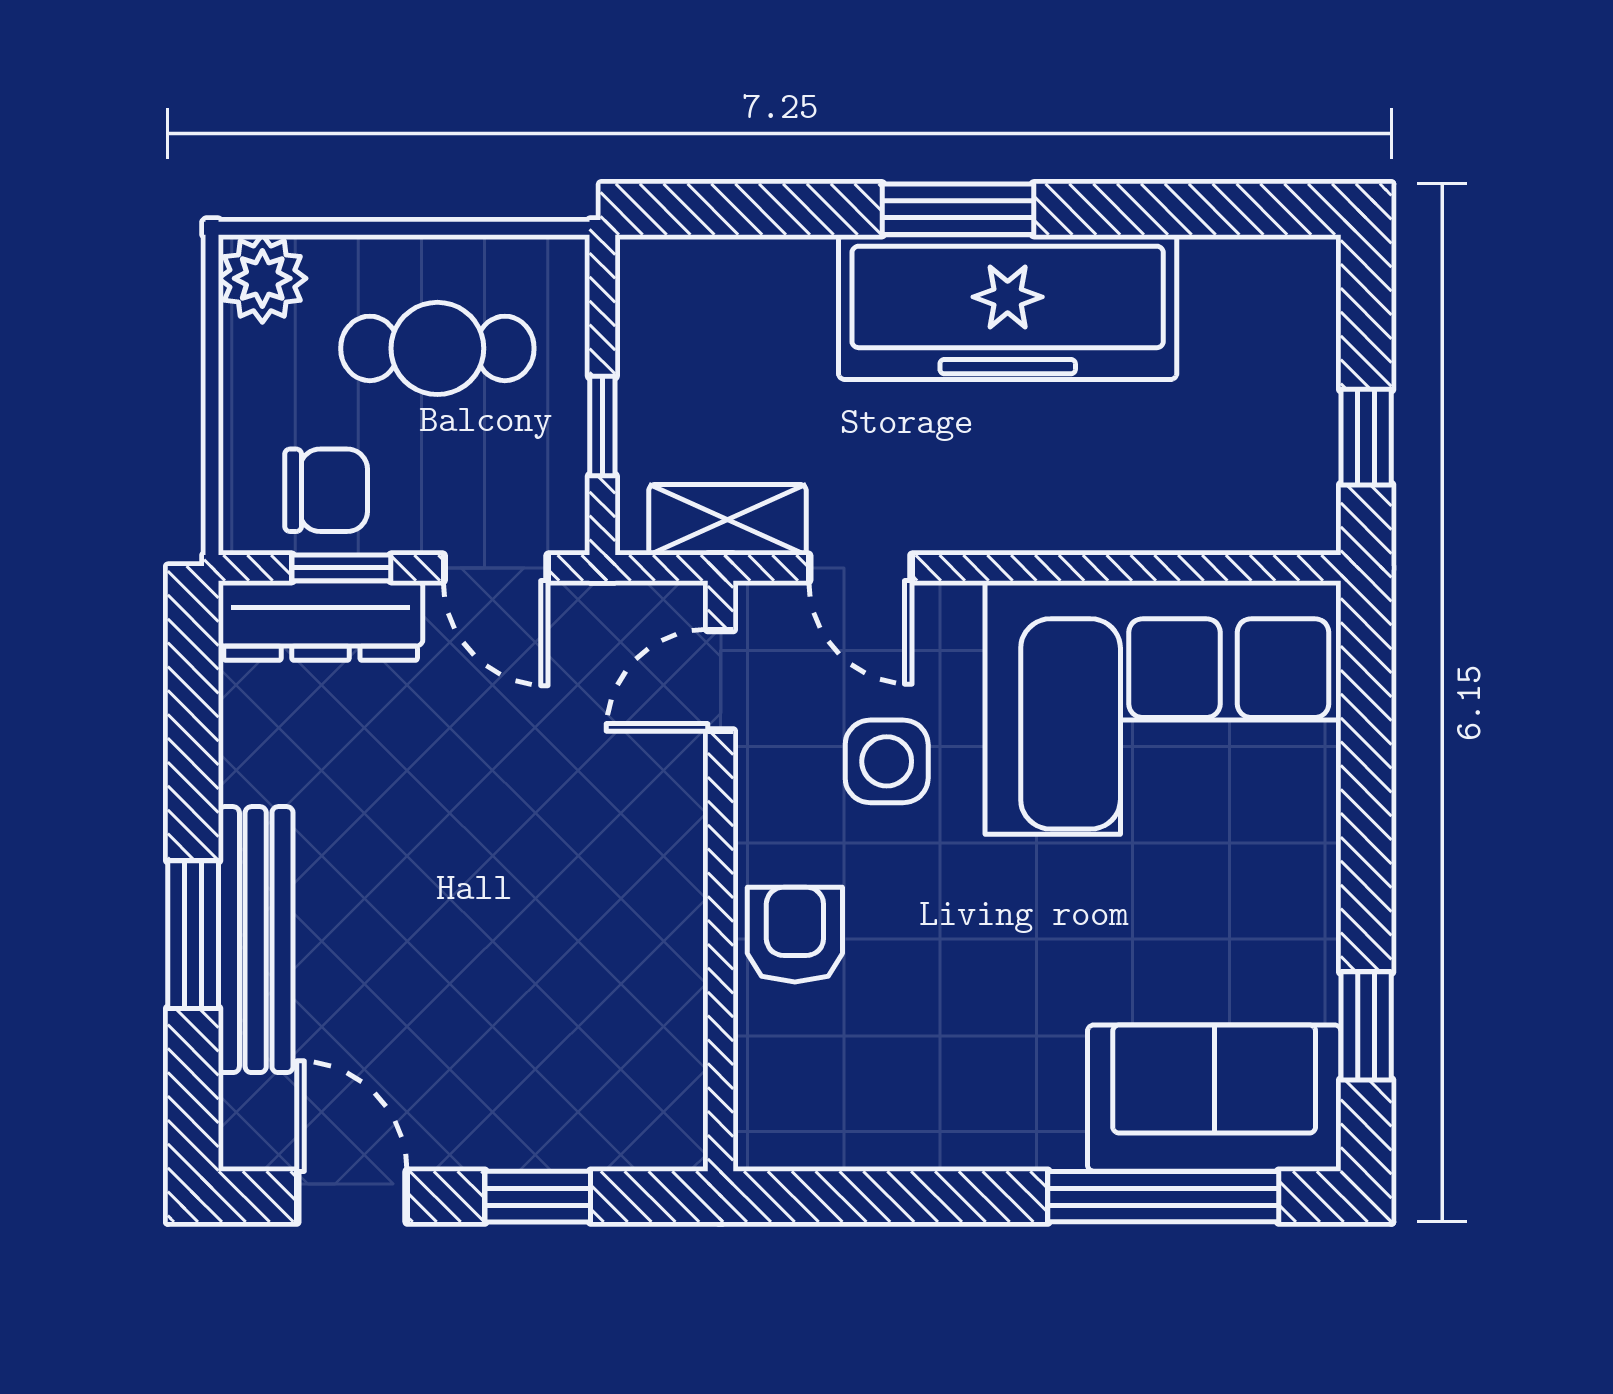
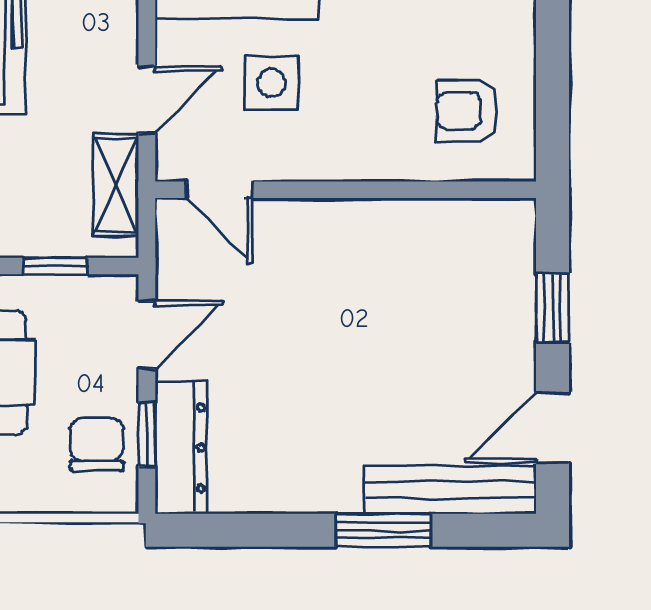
armchair: (795, 935) -> (467, 111), moved
bench: (256, 940) -> (450, 490), moved

